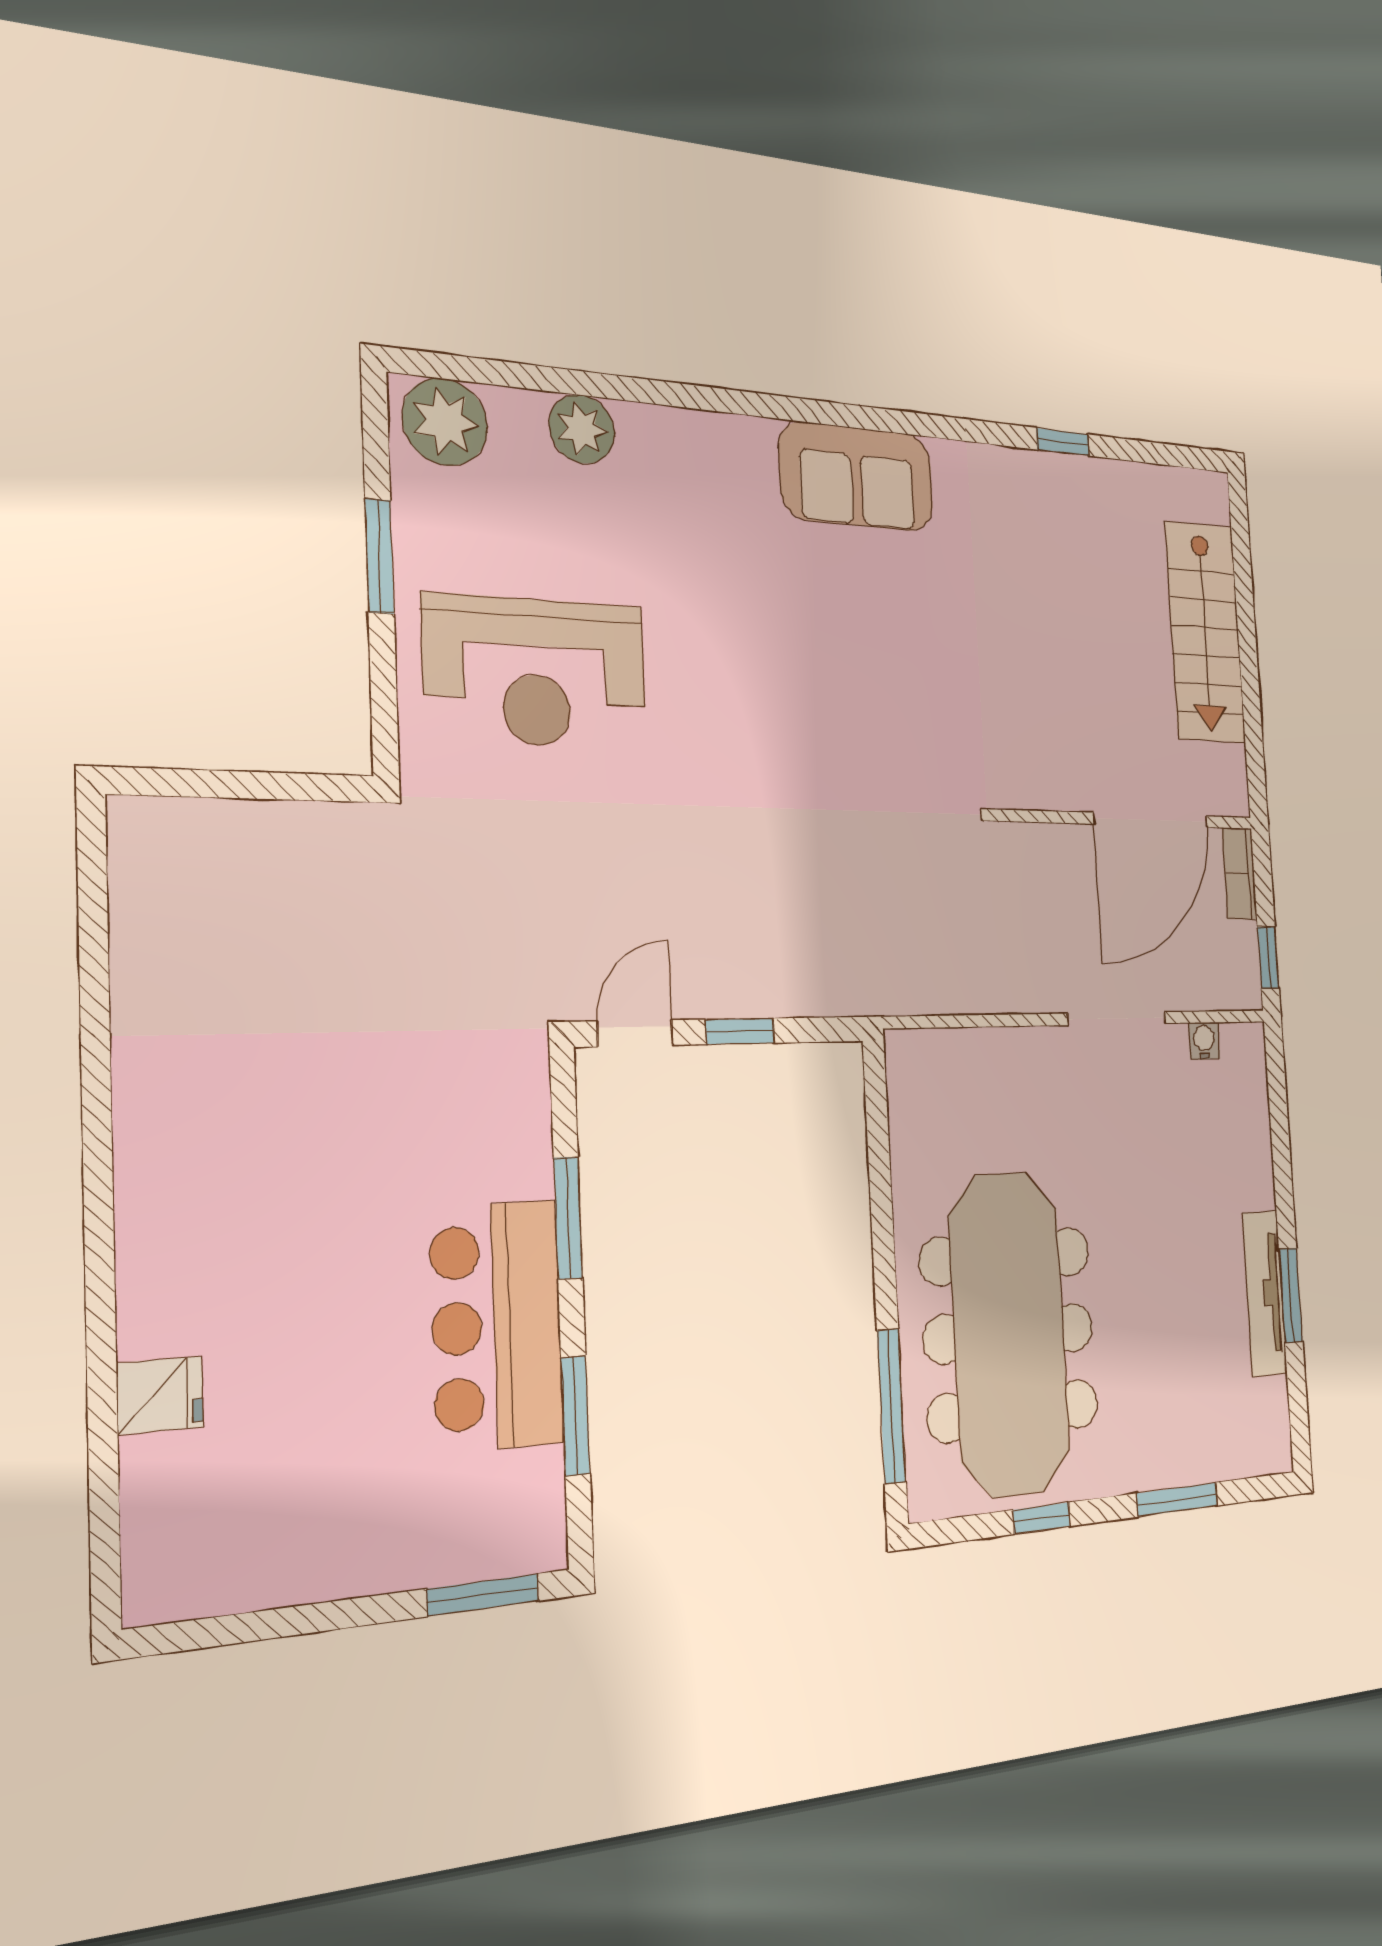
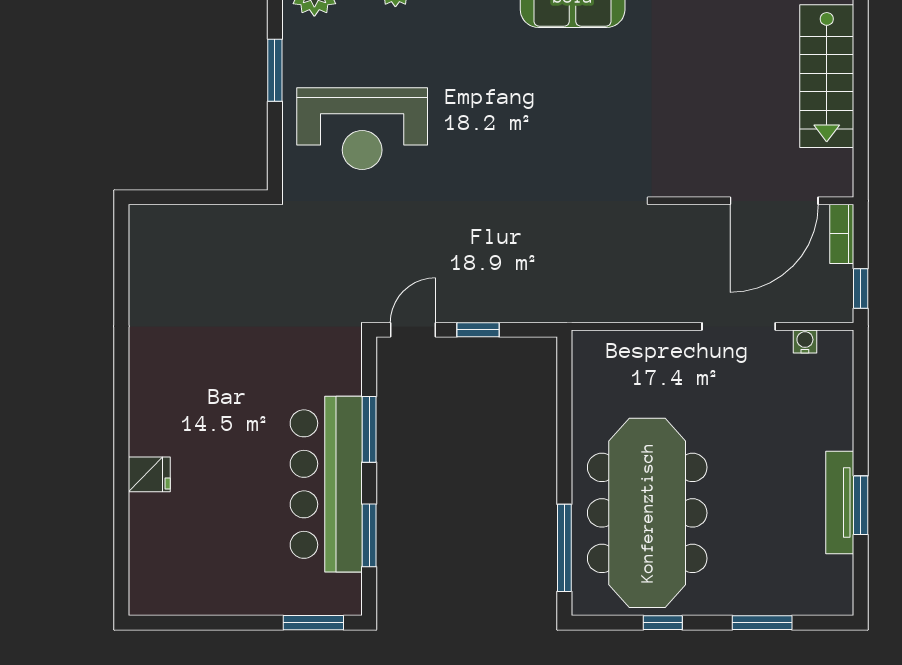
bar counter: (497, 1326) -> (326, 484), width x1.36
fridge: (160, 1395) -> (149, 474), moved

